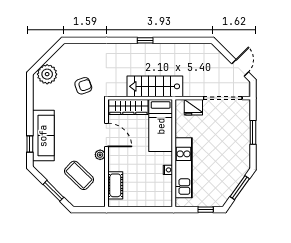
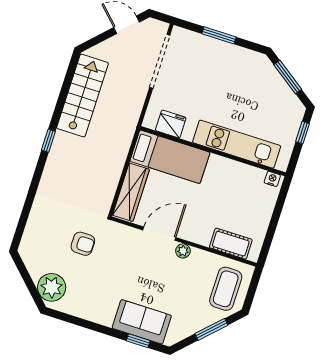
armchair: (83, 86) -> (83, 244), turned 109
stairs: (155, 86) -> (83, 96), moved, turned 180
fridge: (193, 107) -> (171, 124), moved, turned -90
sofa: (43, 136) -> (142, 322), width x0.73
nightstand: (168, 170) -> (272, 179), moved
coffee table: (79, 175) -> (226, 289), moved, turned -44

